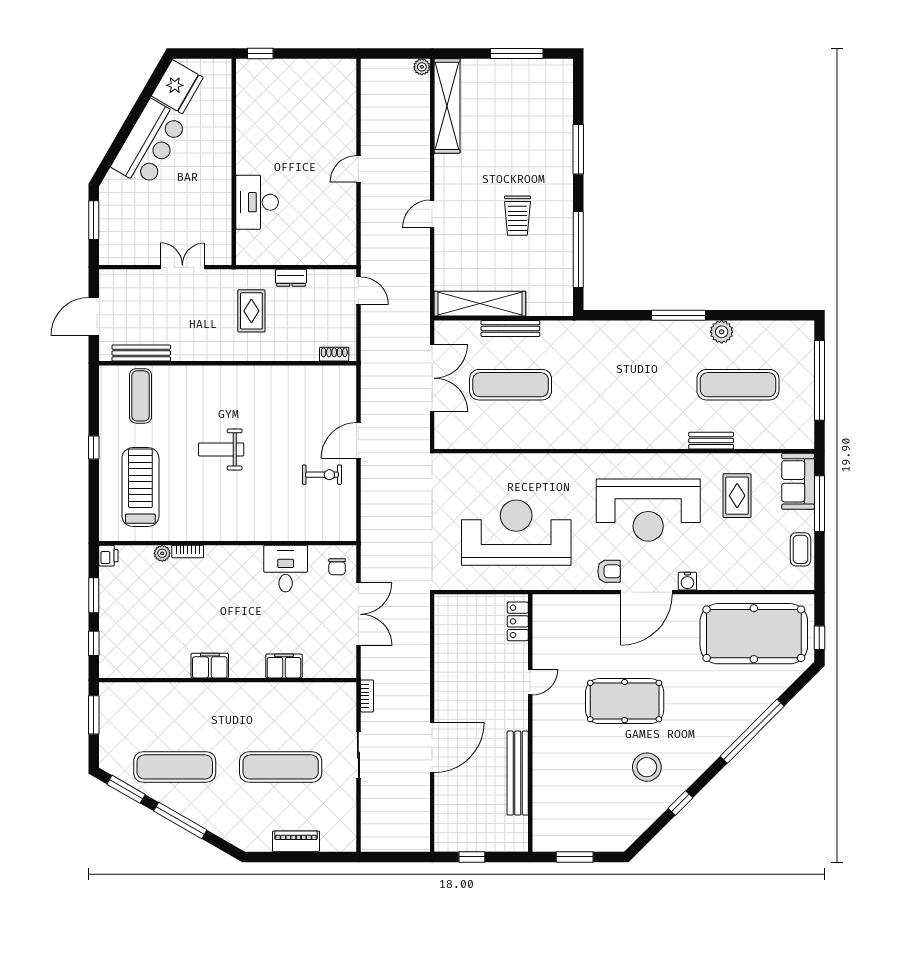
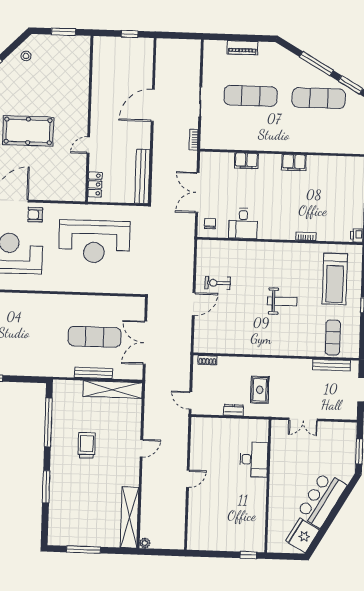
plant: (162, 553) -> (322, 236), removed
stool: (647, 767) -> (26, 56), moved, width x0.53, depth x0.53
bench: (518, 773) -> (142, 176), moved

